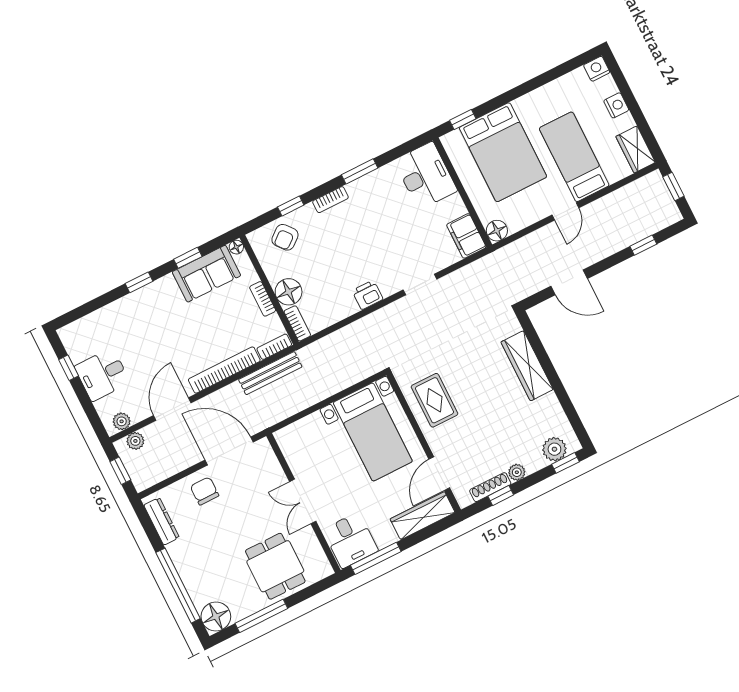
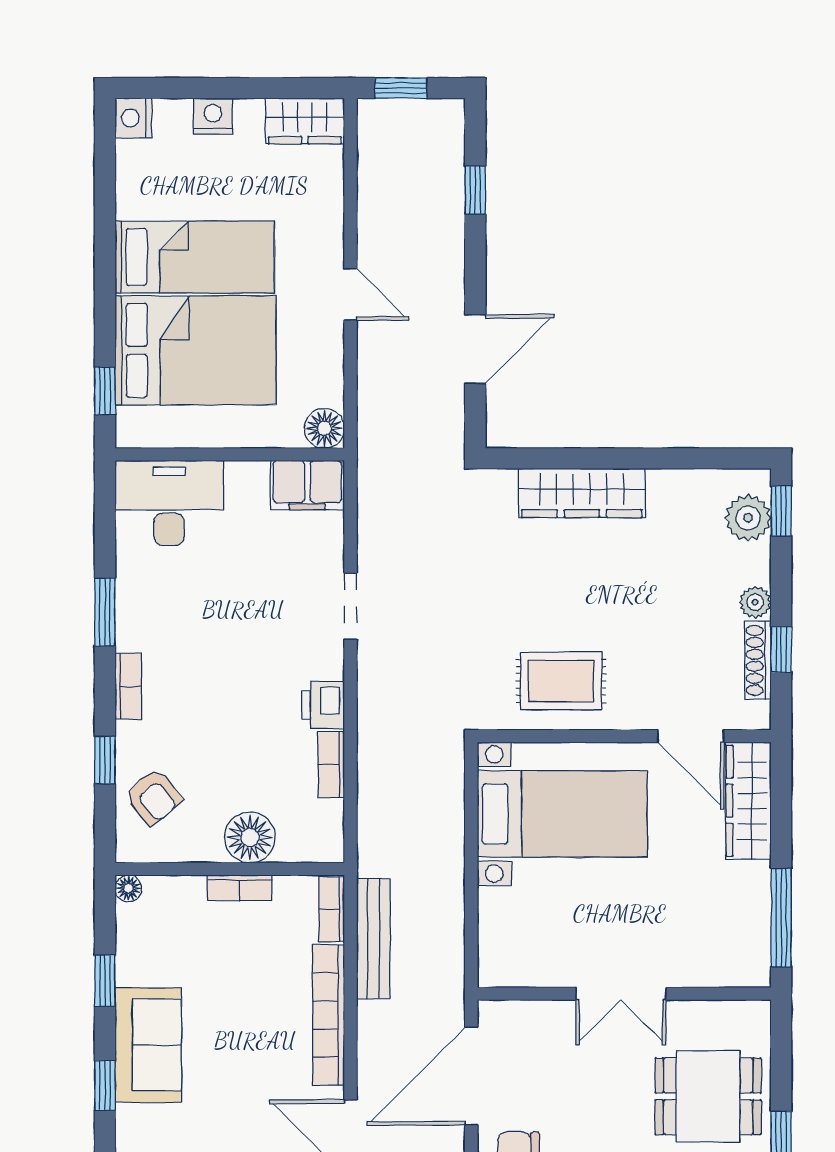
bed: (574, 157) -> (195, 257), moved, turned 180
sofa: (206, 274) -> (148, 1045), moved
bookcase: (297, 323) -> (331, 765), moved, turned -90
desk: (350, 540) -> (728, 945), removed

